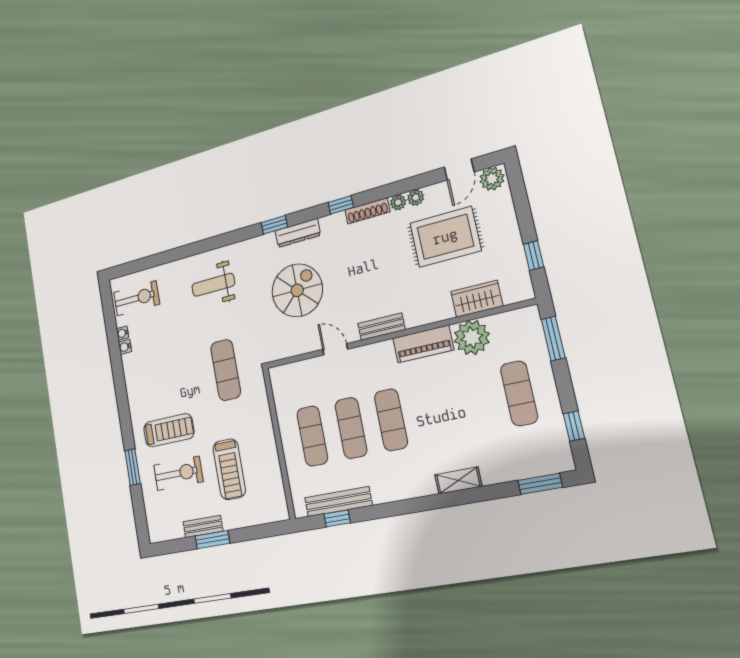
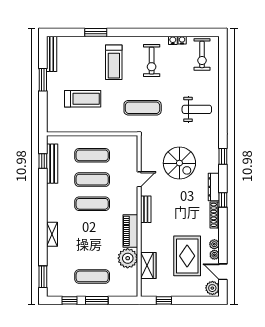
plant: (398, 202) -> (214, 255), moved
dresser: (298, 233) -> (214, 187), moved
weight bench: (213, 285) -> (197, 109), turned 90
window: (553, 339) -> (97, 300), moved
treadmill: (229, 469) -> (83, 99), turned 180
exercise bike: (178, 473) -> (152, 61), moved
bench: (203, 526) -> (52, 54), moved, width x1.36

